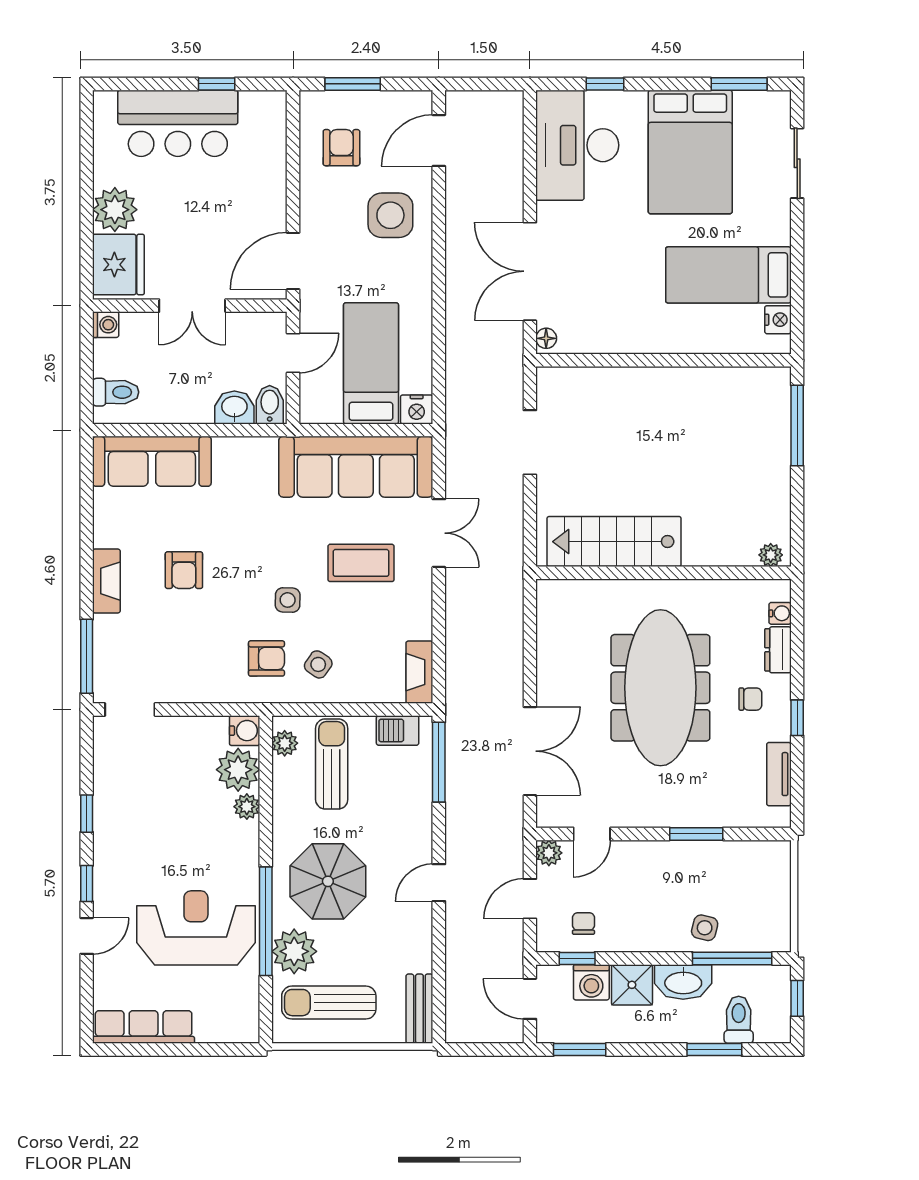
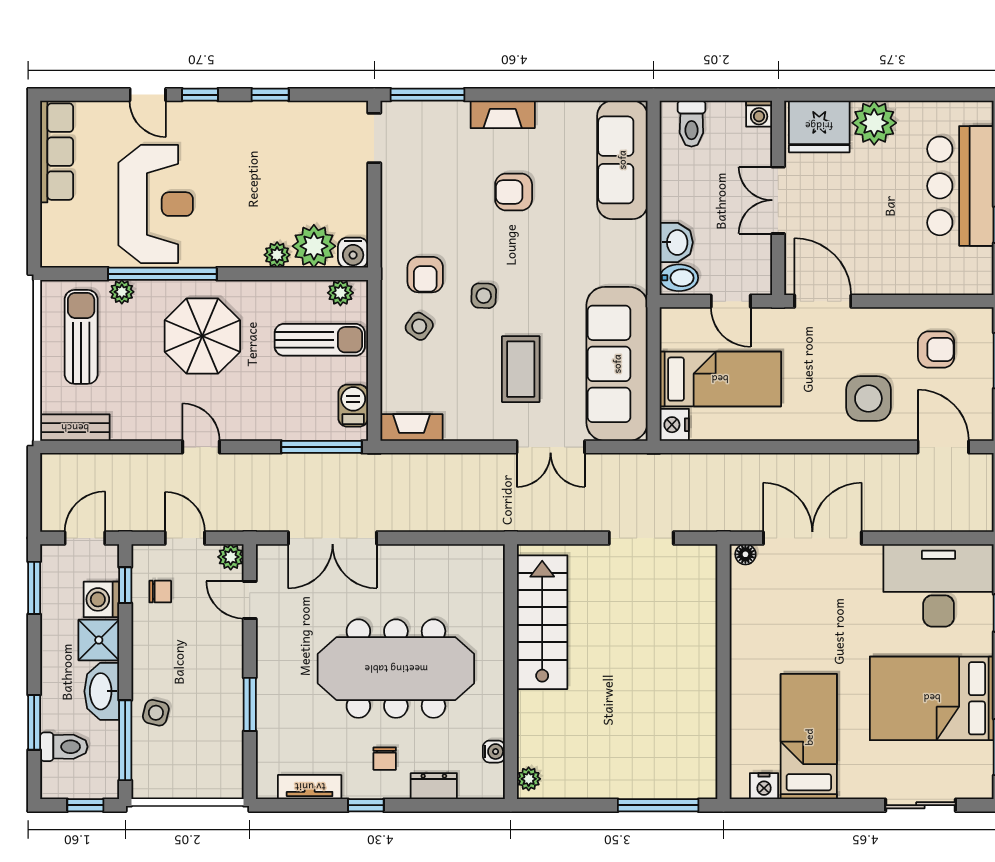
water cooler: (780, 613) -> (494, 752), moved, turned -90
plant: (294, 951) -> (122, 292), width x0.53, depth x0.53

